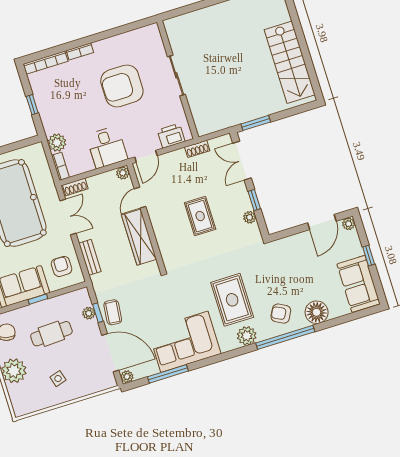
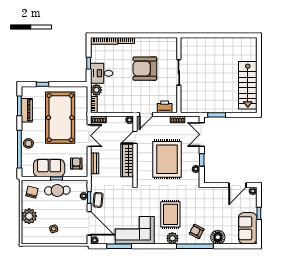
desk: (107, 147) -> (102, 73), moved, turned 90
rug: (200, 216) -> (167, 159), width x1.86, depth x2.06
cafe table: (51, 334) -> (57, 190), moved

